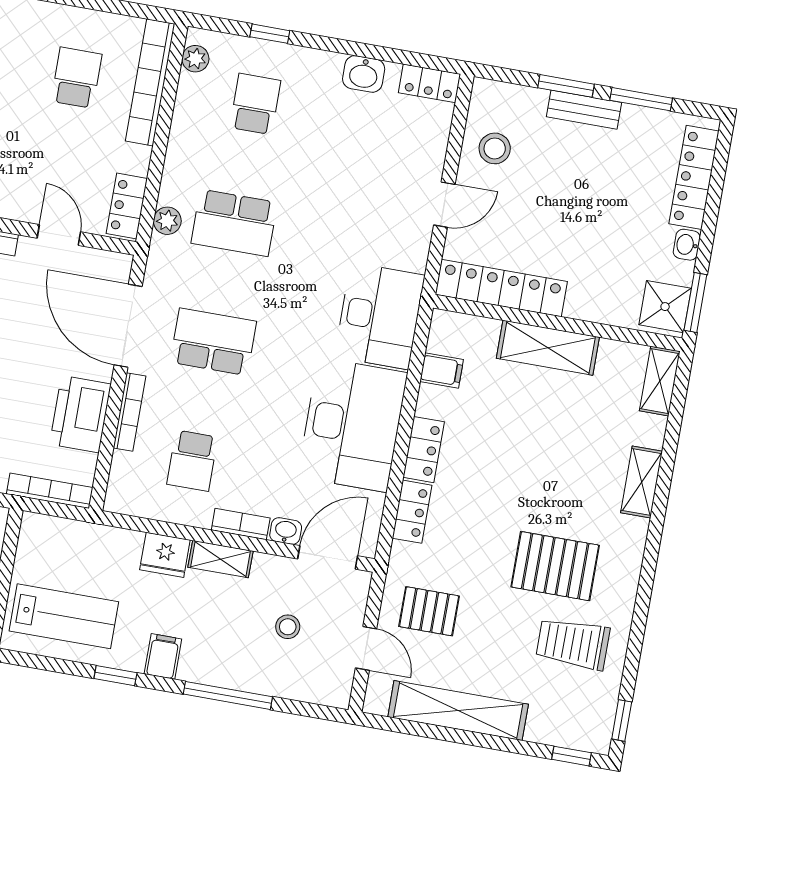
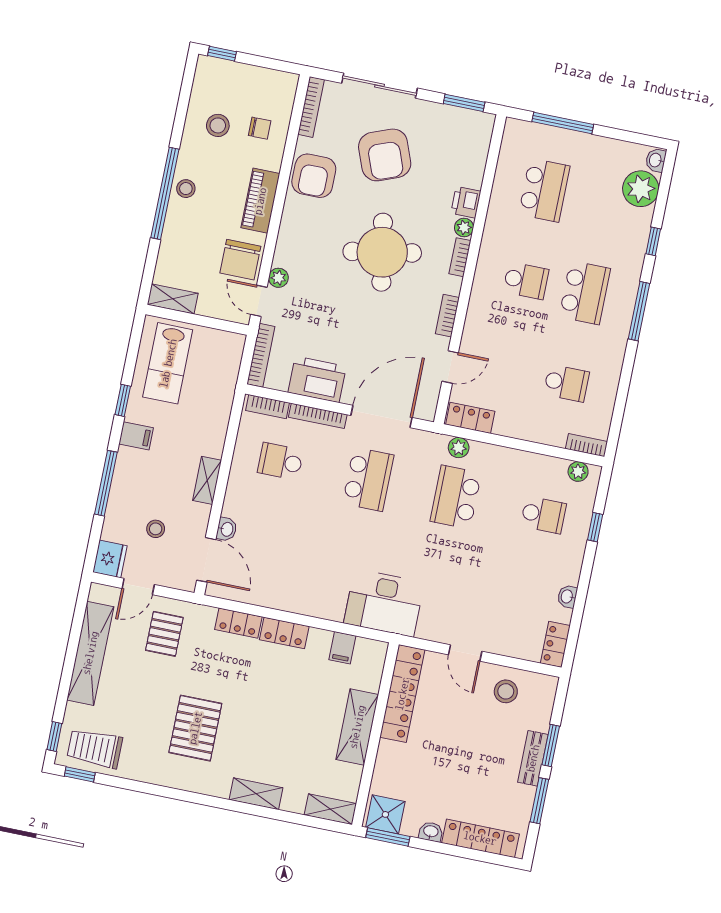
washbasin: (364, 74) -> (567, 597), width x0.72, depth x0.69
bookcase: (150, 82) -> (587, 445), width x0.43, depth x0.76
desk: (352, 425) -> (304, 581), removed
bookcase: (241, 524) -> (268, 407), moved, turned 90
fridge: (165, 555) -> (110, 559), moved, turned 180
trolley: (573, 644) -> (95, 748), moved, turned -90

